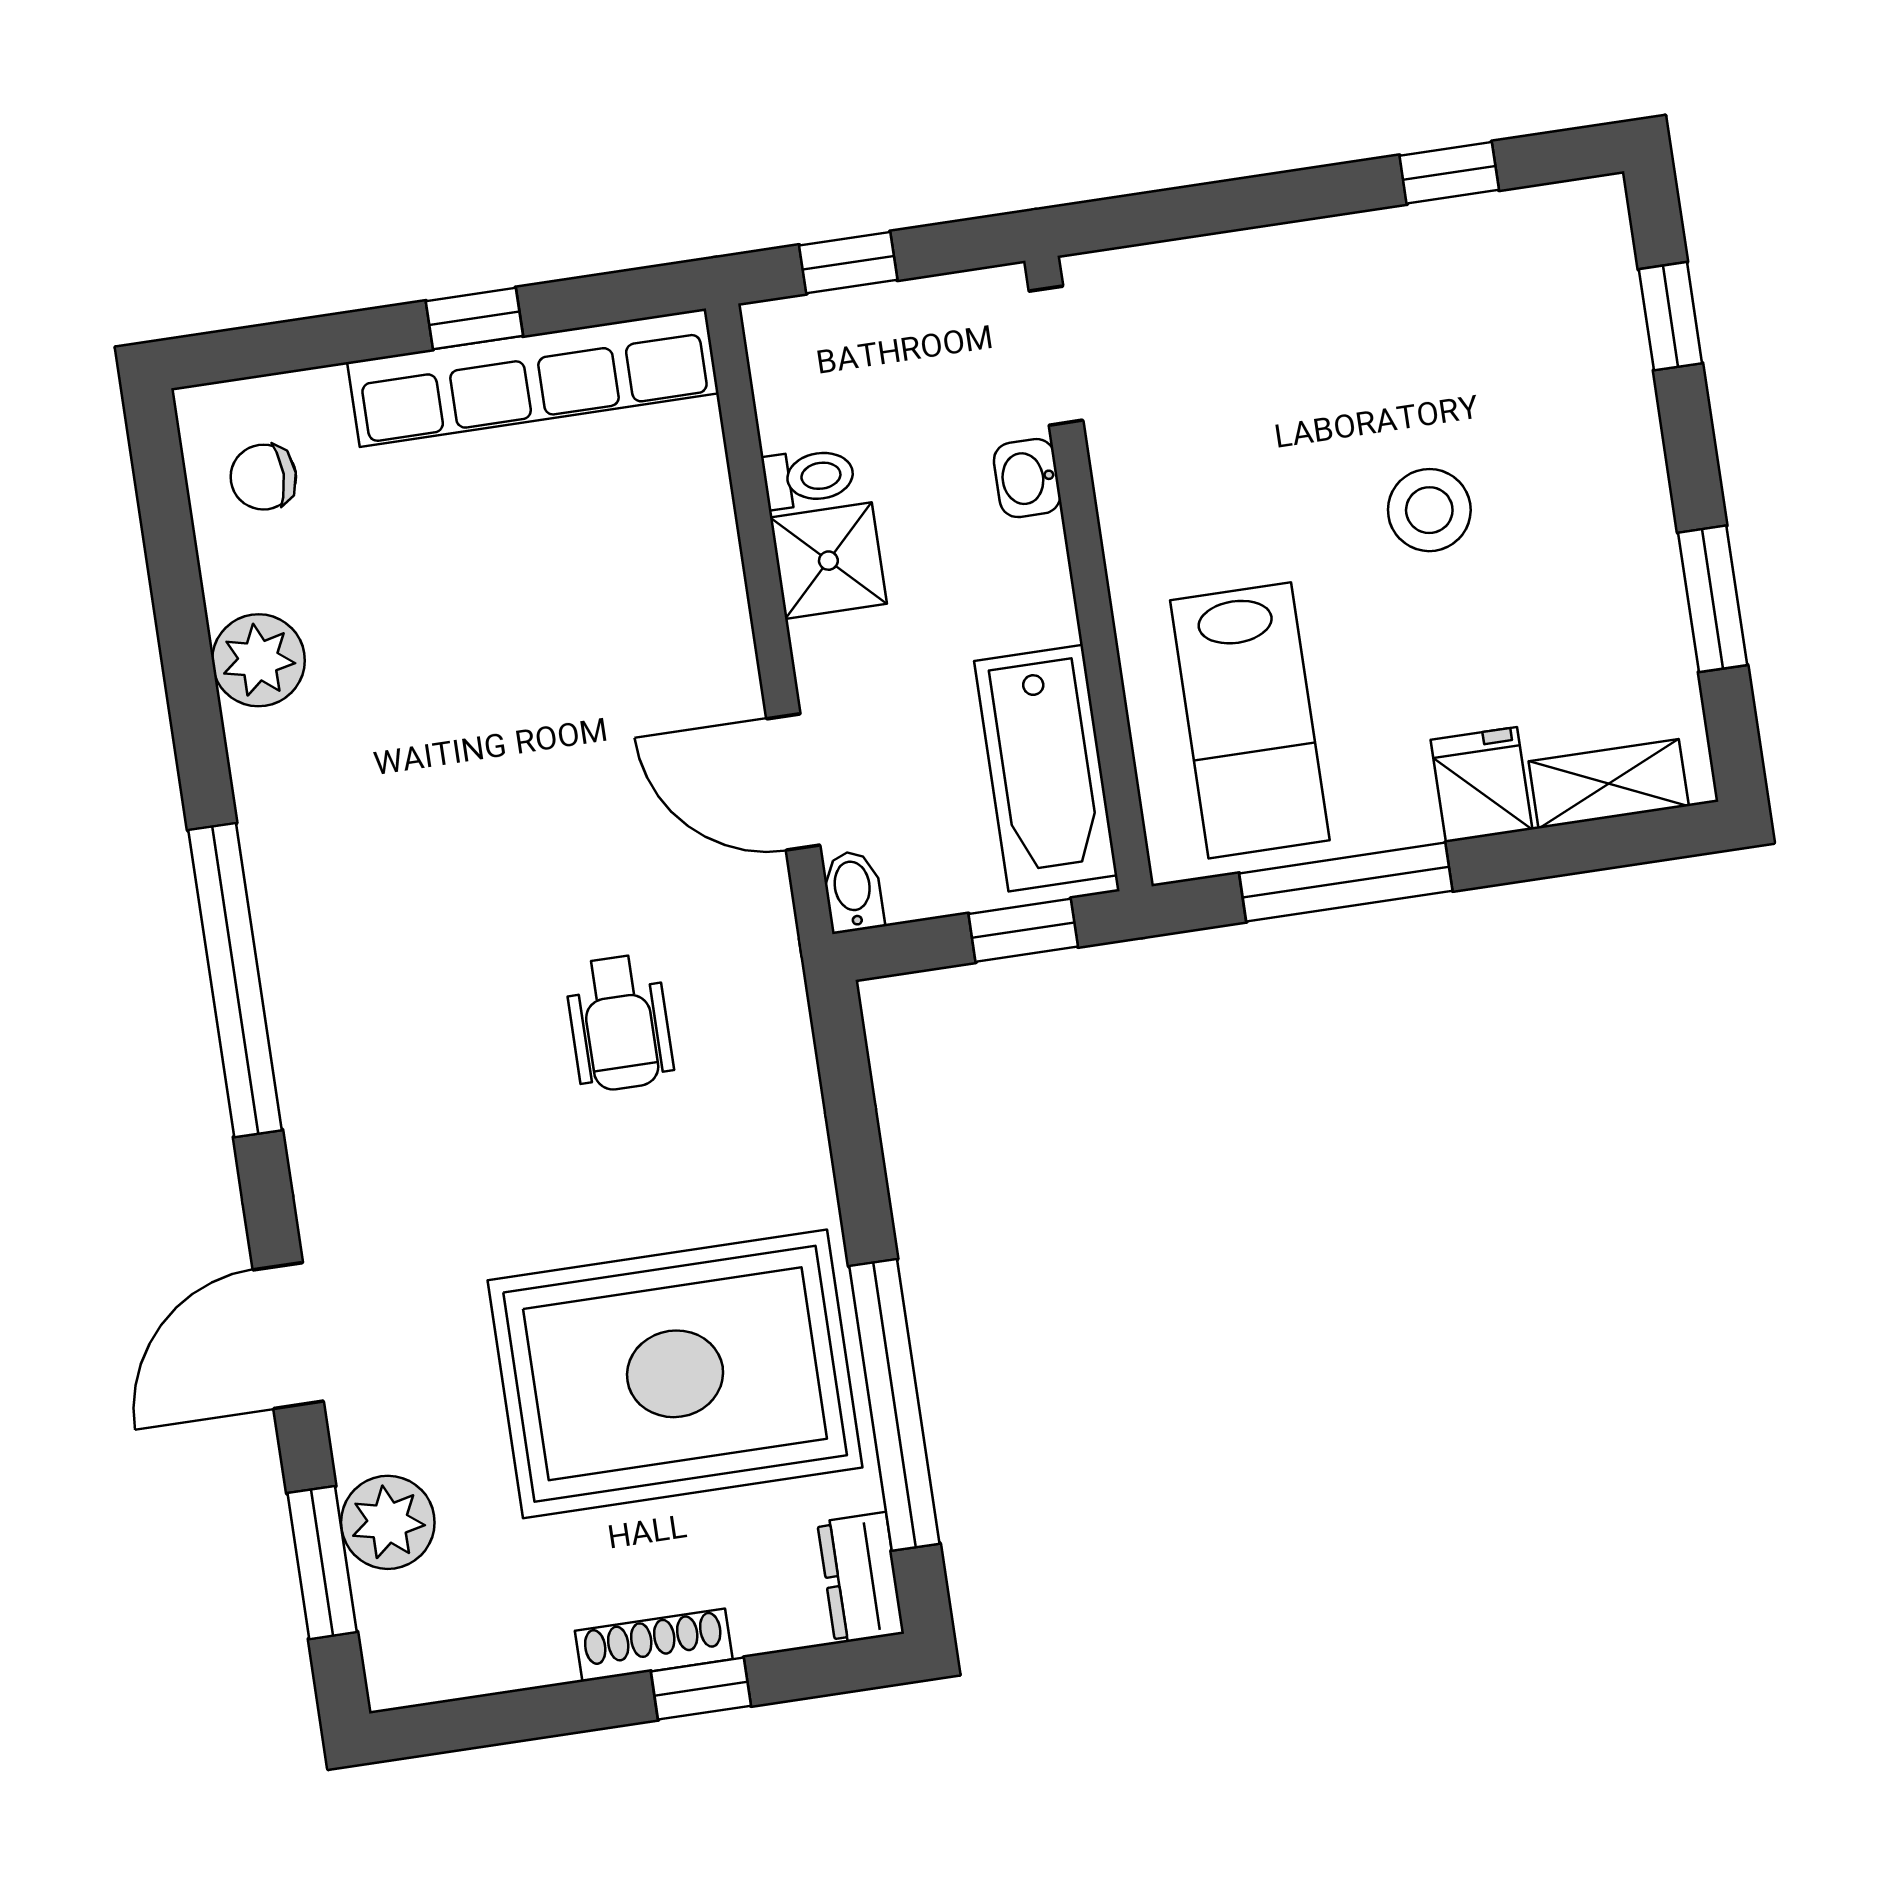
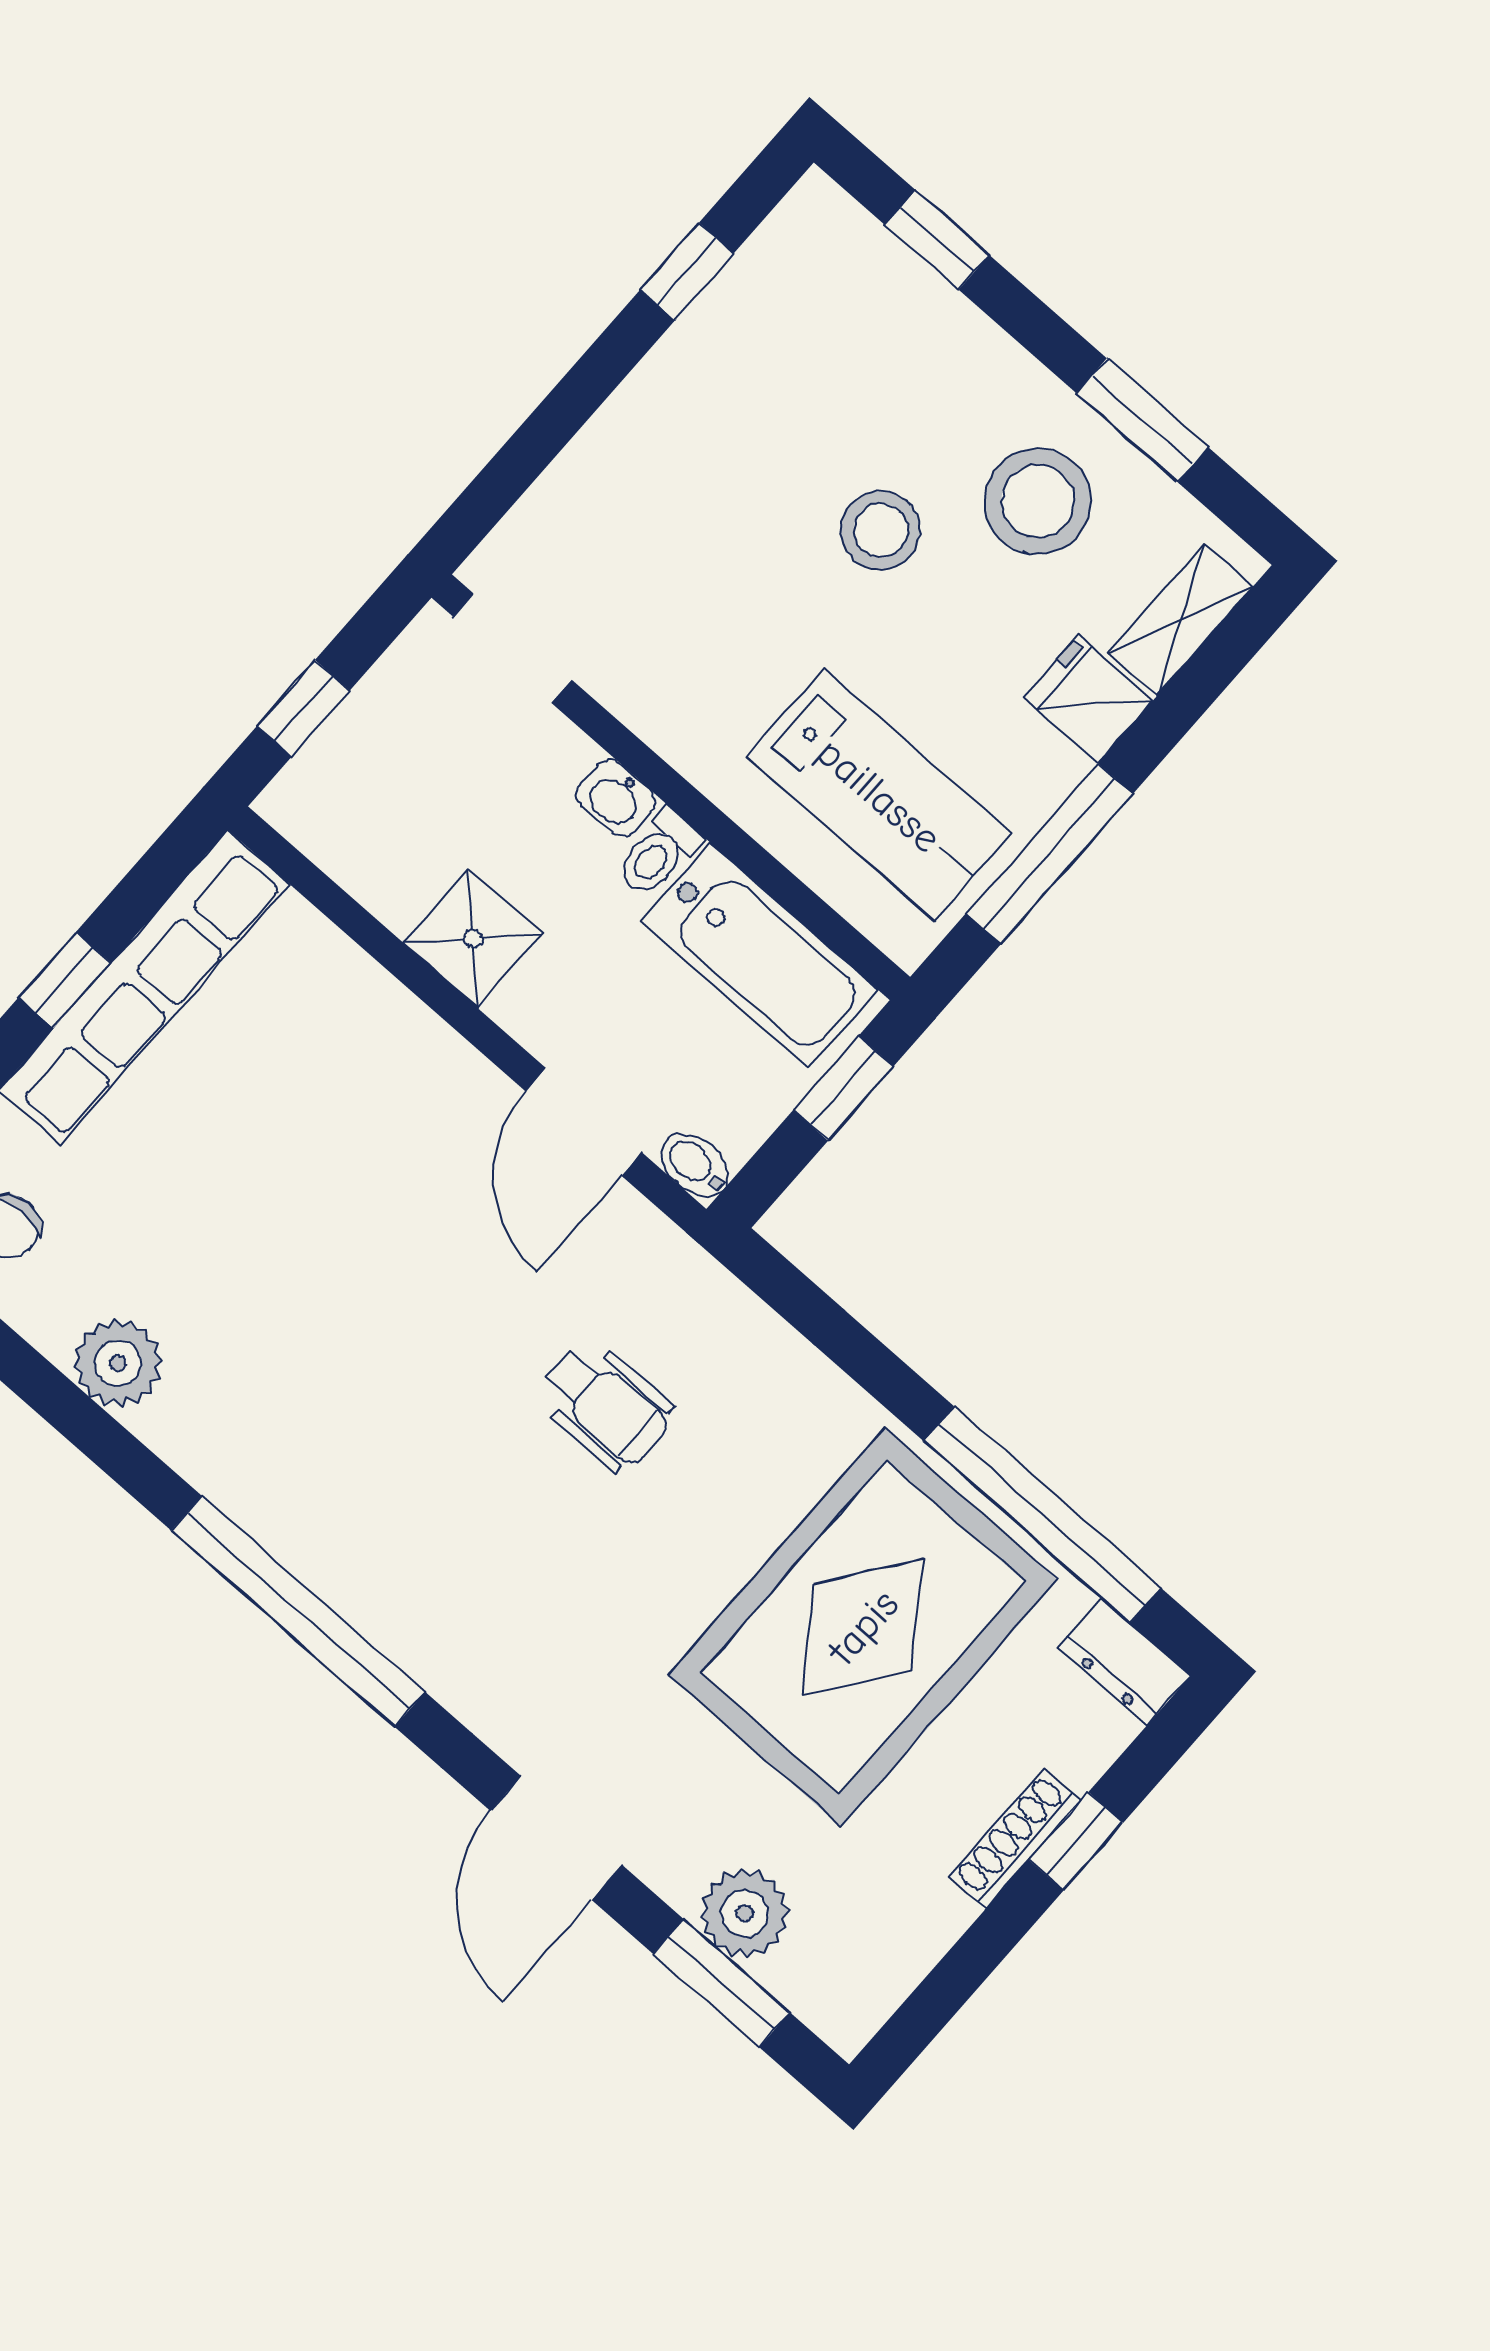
toilet: (809, 478) -> (658, 853), moved, turned 180
washbasin: (1027, 478) -> (616, 798), moved
stool: (1575, 593) -> (1038, 501), added
door: (793, 782) -> (584, 1122), hinge flipped

